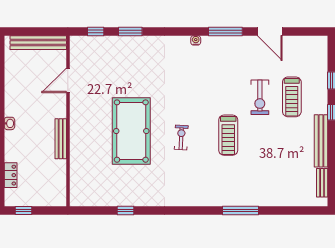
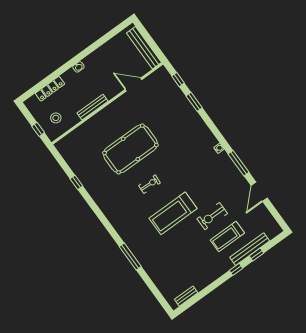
treadmill: (228, 135) -> (173, 213), width x1.37, depth x1.38
bench: (321, 141) -> (250, 249), moved
locker: (11, 175) -> (50, 89), width x1.53
stool: (45, 184) -> (56, 118), added
window: (23, 210) -> (38, 129), moved

